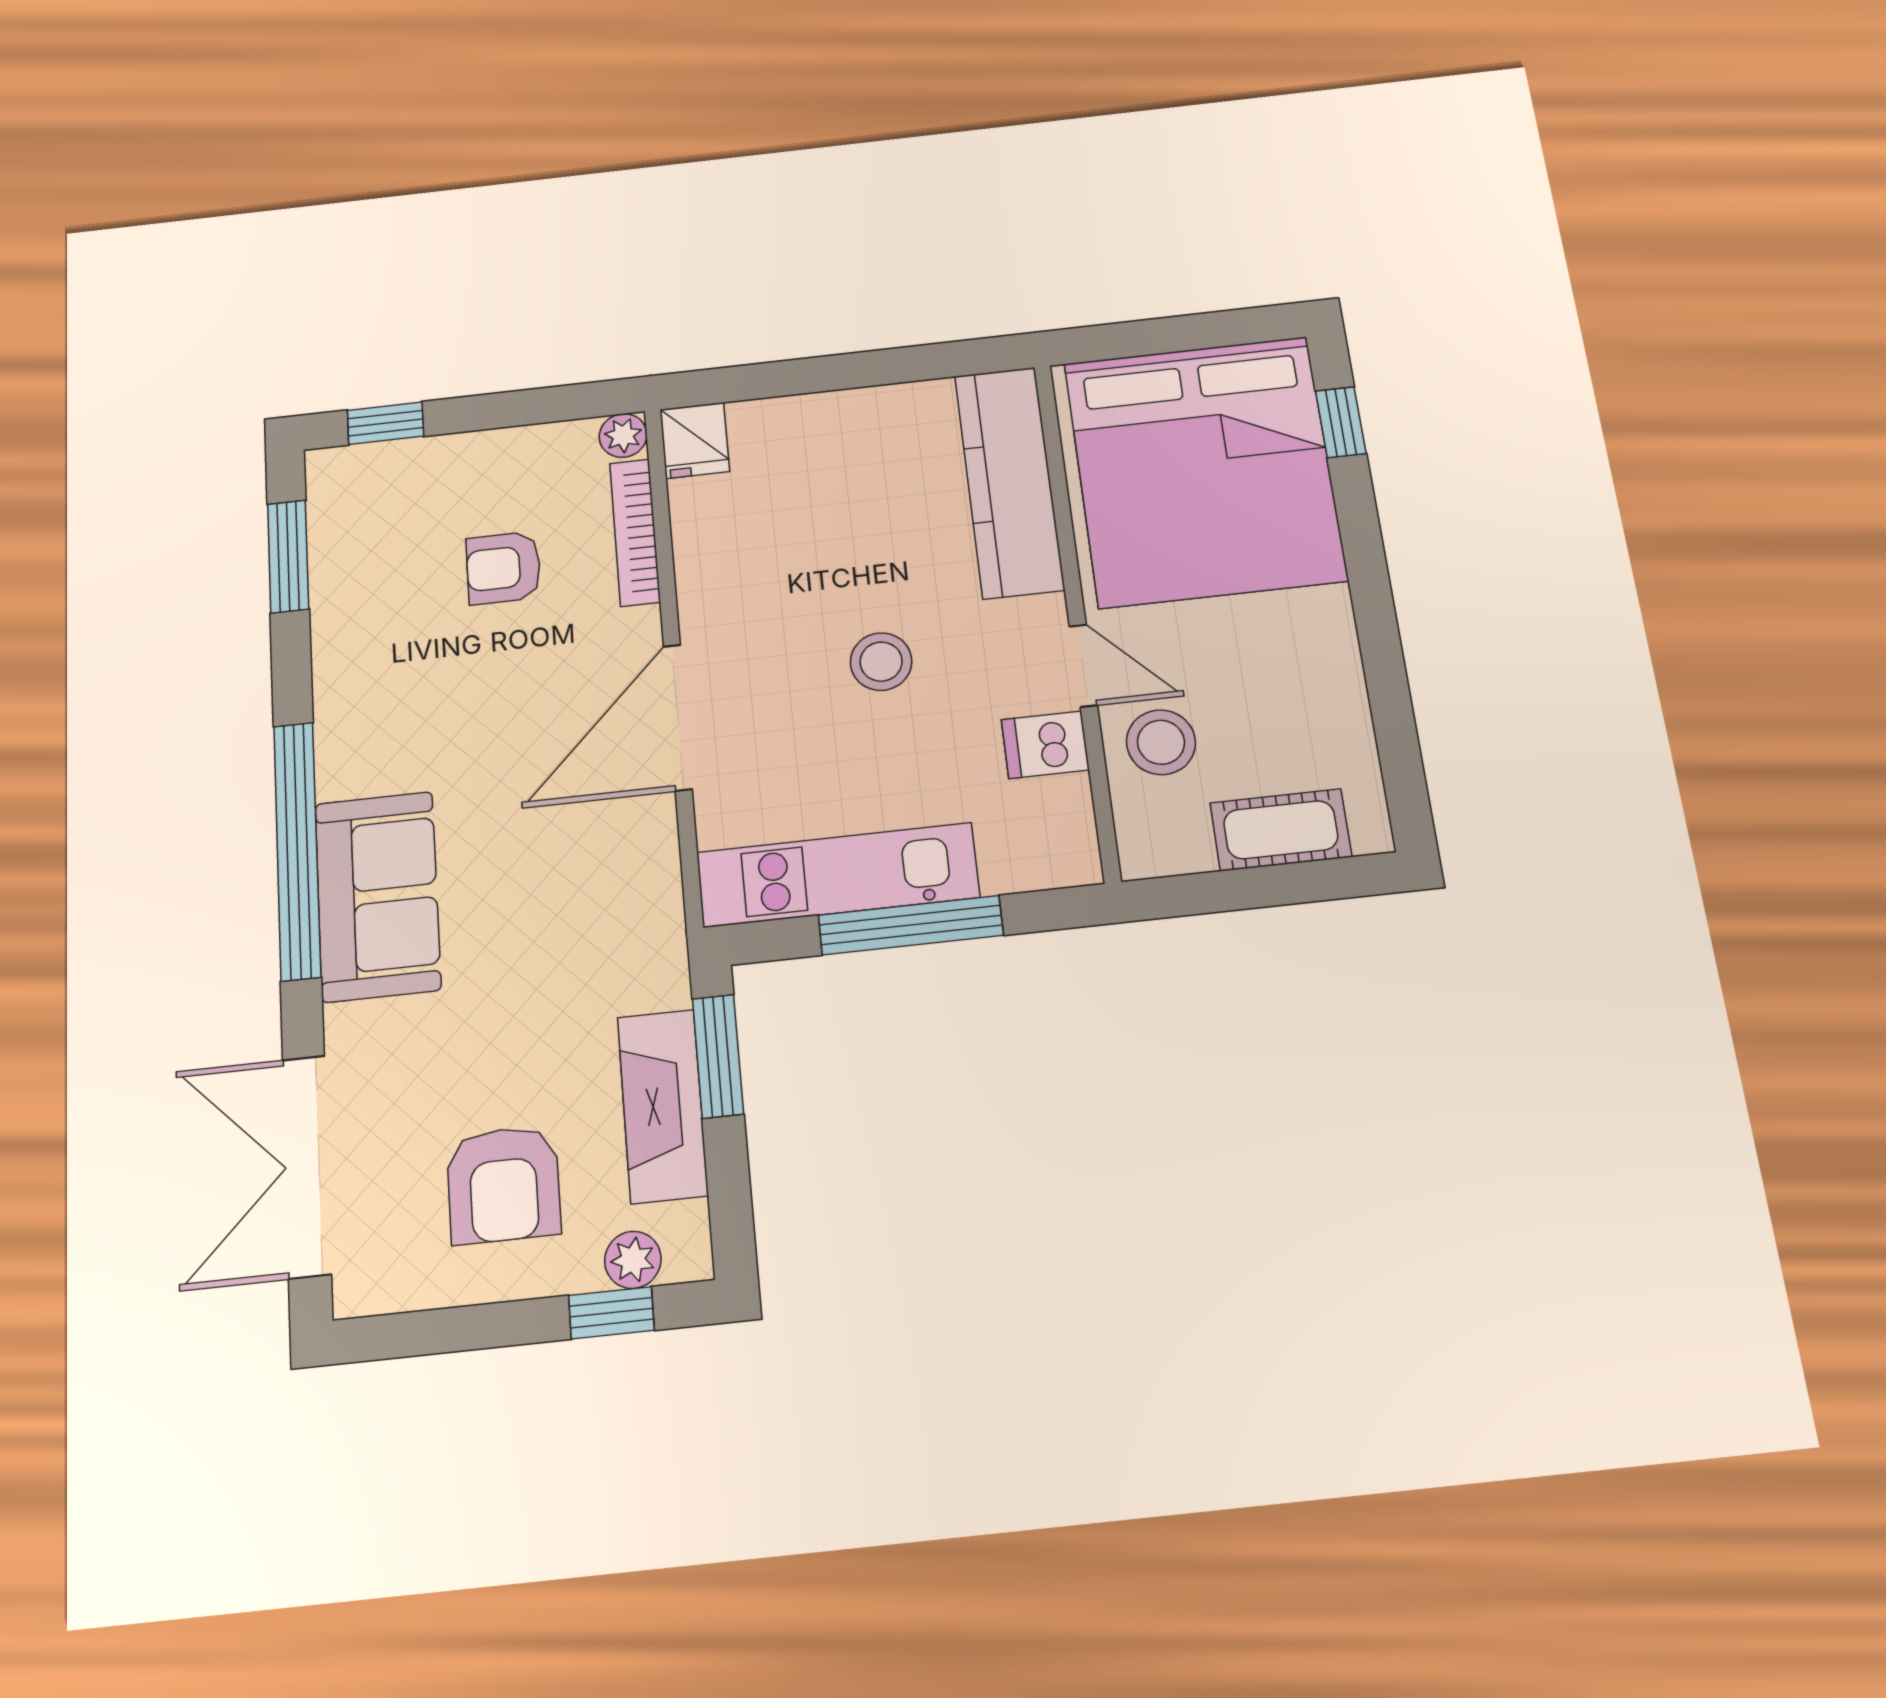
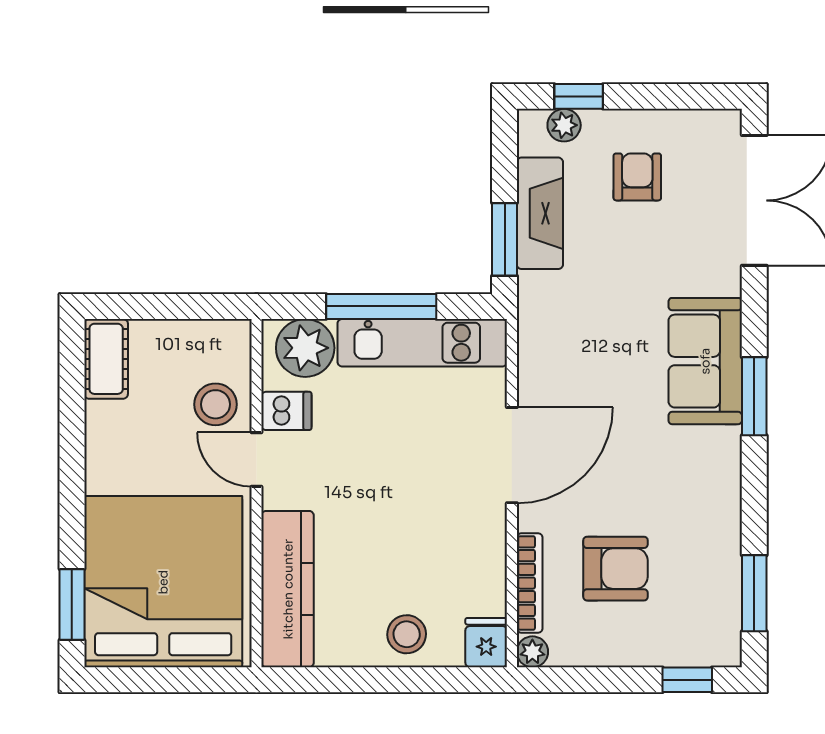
window: (1341, 422) -> (72, 604), width x1.50
armchair: (504, 568) -> (616, 569), width x1.38, depth x1.38
stool: (881, 662) -> (407, 634), moved
cot: (1281, 830) -> (106, 359), moved, turned 90
plant: (1027, 846) -> (305, 348), added
window: (297, 850) -> (754, 396), width x0.47
armchair: (504, 1185) -> (637, 177), width x0.72, depth x0.72

